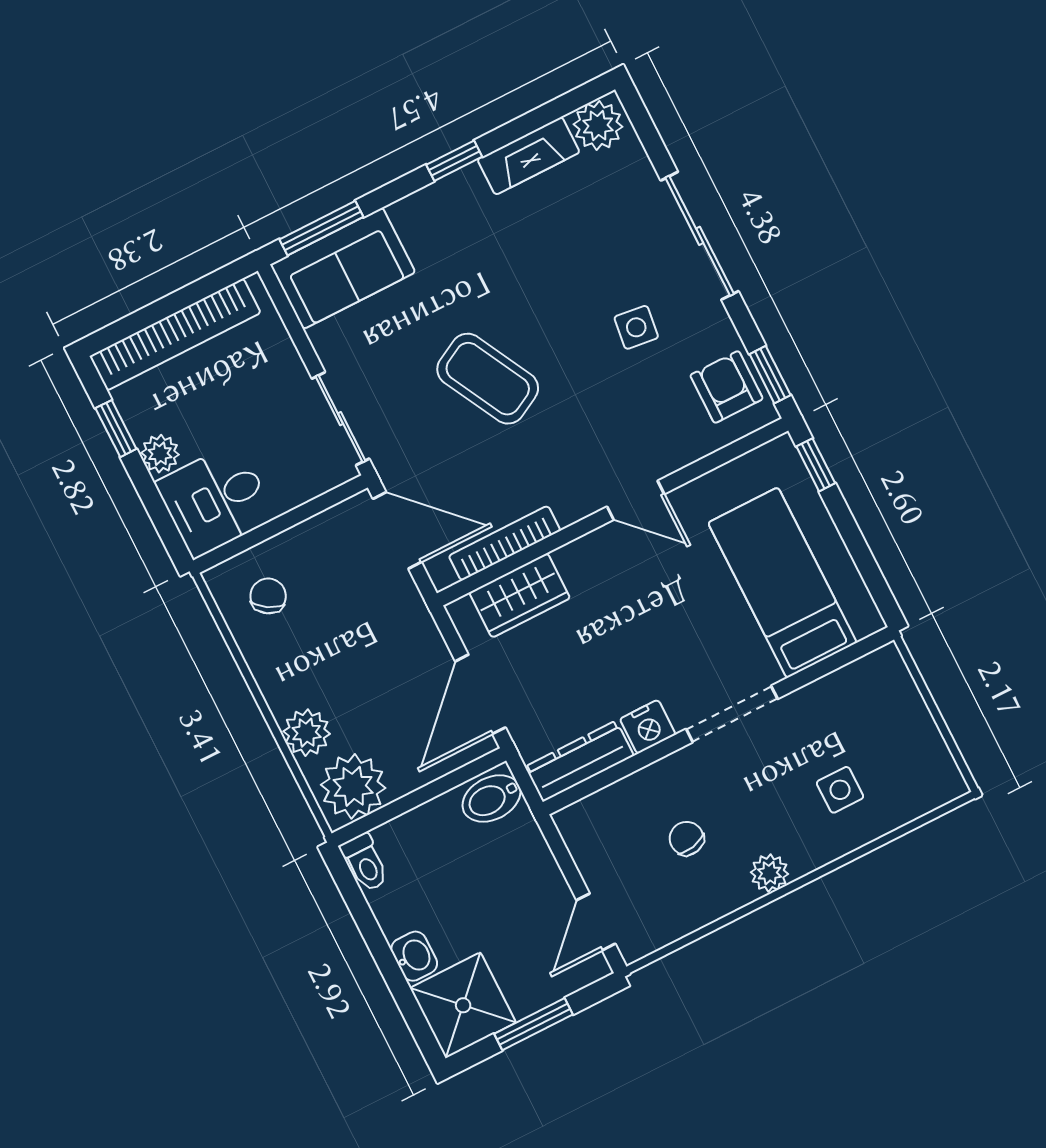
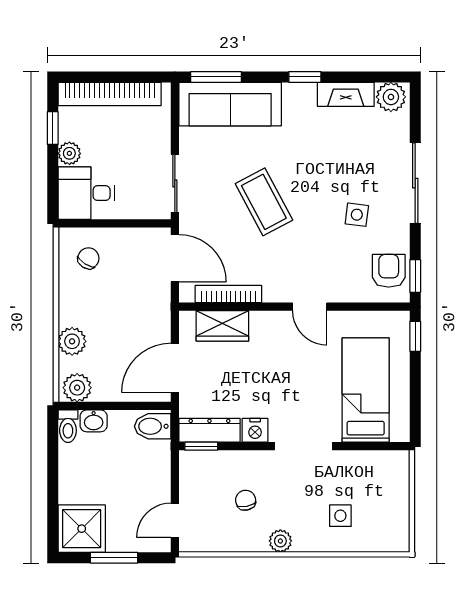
sofa: (343, 268) -> (230, 104), width x1.36
plant: (353, 786) -> (77, 388), width x0.73, depth x0.73
window: (579, 791) -> (201, 446), added
washbasin: (414, 956) -> (94, 421), moved, turned 90

